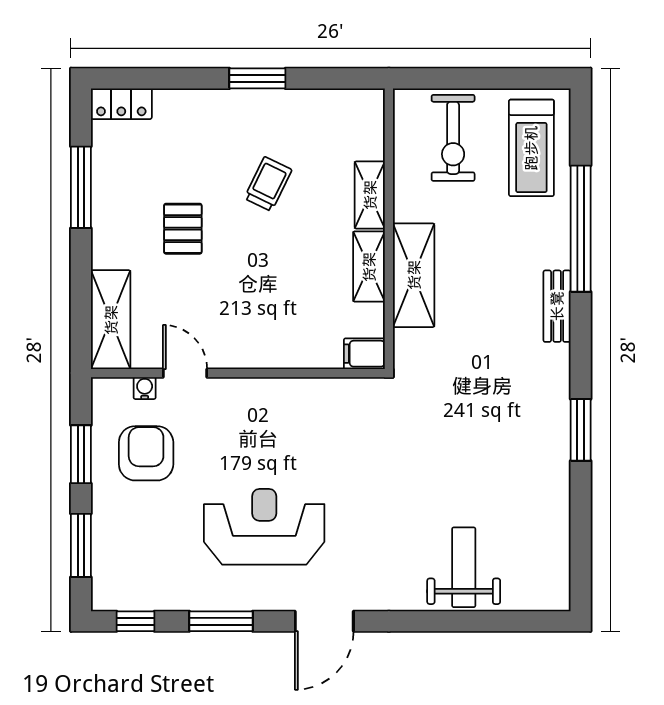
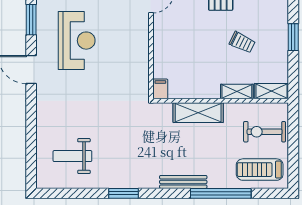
shelving: (369, 267) -> (271, 91), moved
bench: (557, 306) -> (183, 182), width x1.36
weight bench: (464, 567) -> (72, 156), moved, turned 180

